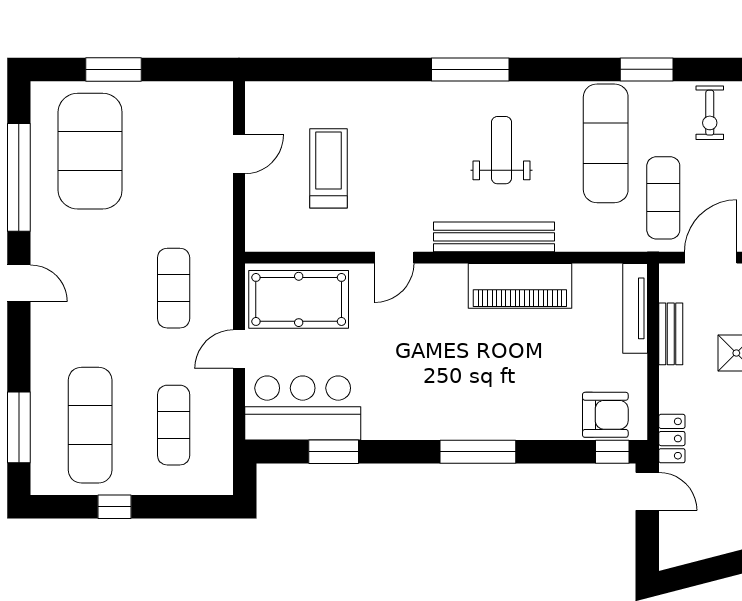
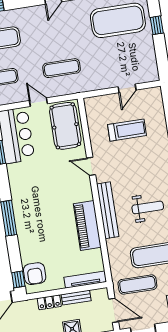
window: (113, 69) -> (157, 25), width x0.67
door: (239, 154) -> (127, 88), hinge flipped
locker: (672, 439) -> (49, 302), moved

